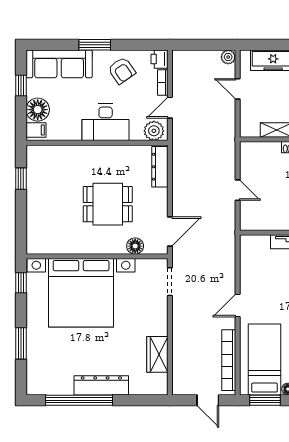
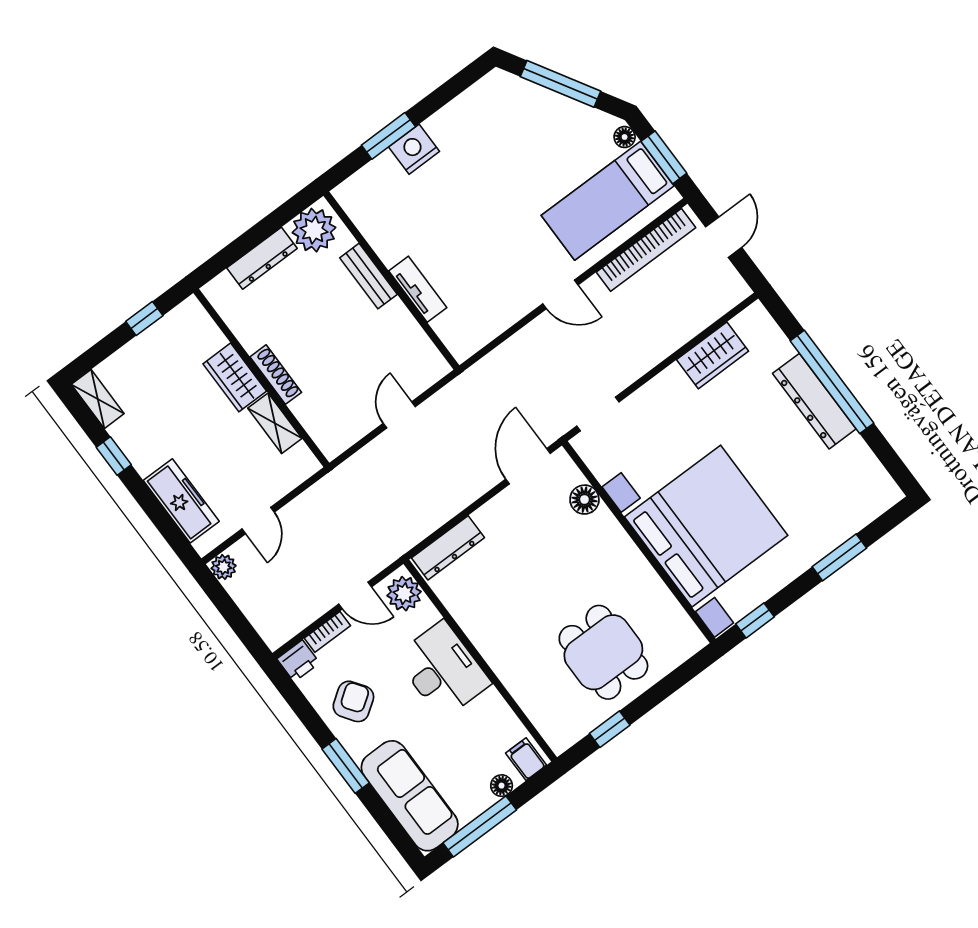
window: (21, 86) -> (480, 826), width x2.17
floor lamp: (38, 110) -> (502, 786), width x0.53, depth x0.53
dining table: (108, 204) -> (603, 652), moved
door: (170, 232) -> (528, 466), hinge flipped
window: (79, 400) -> (832, 382), moved

